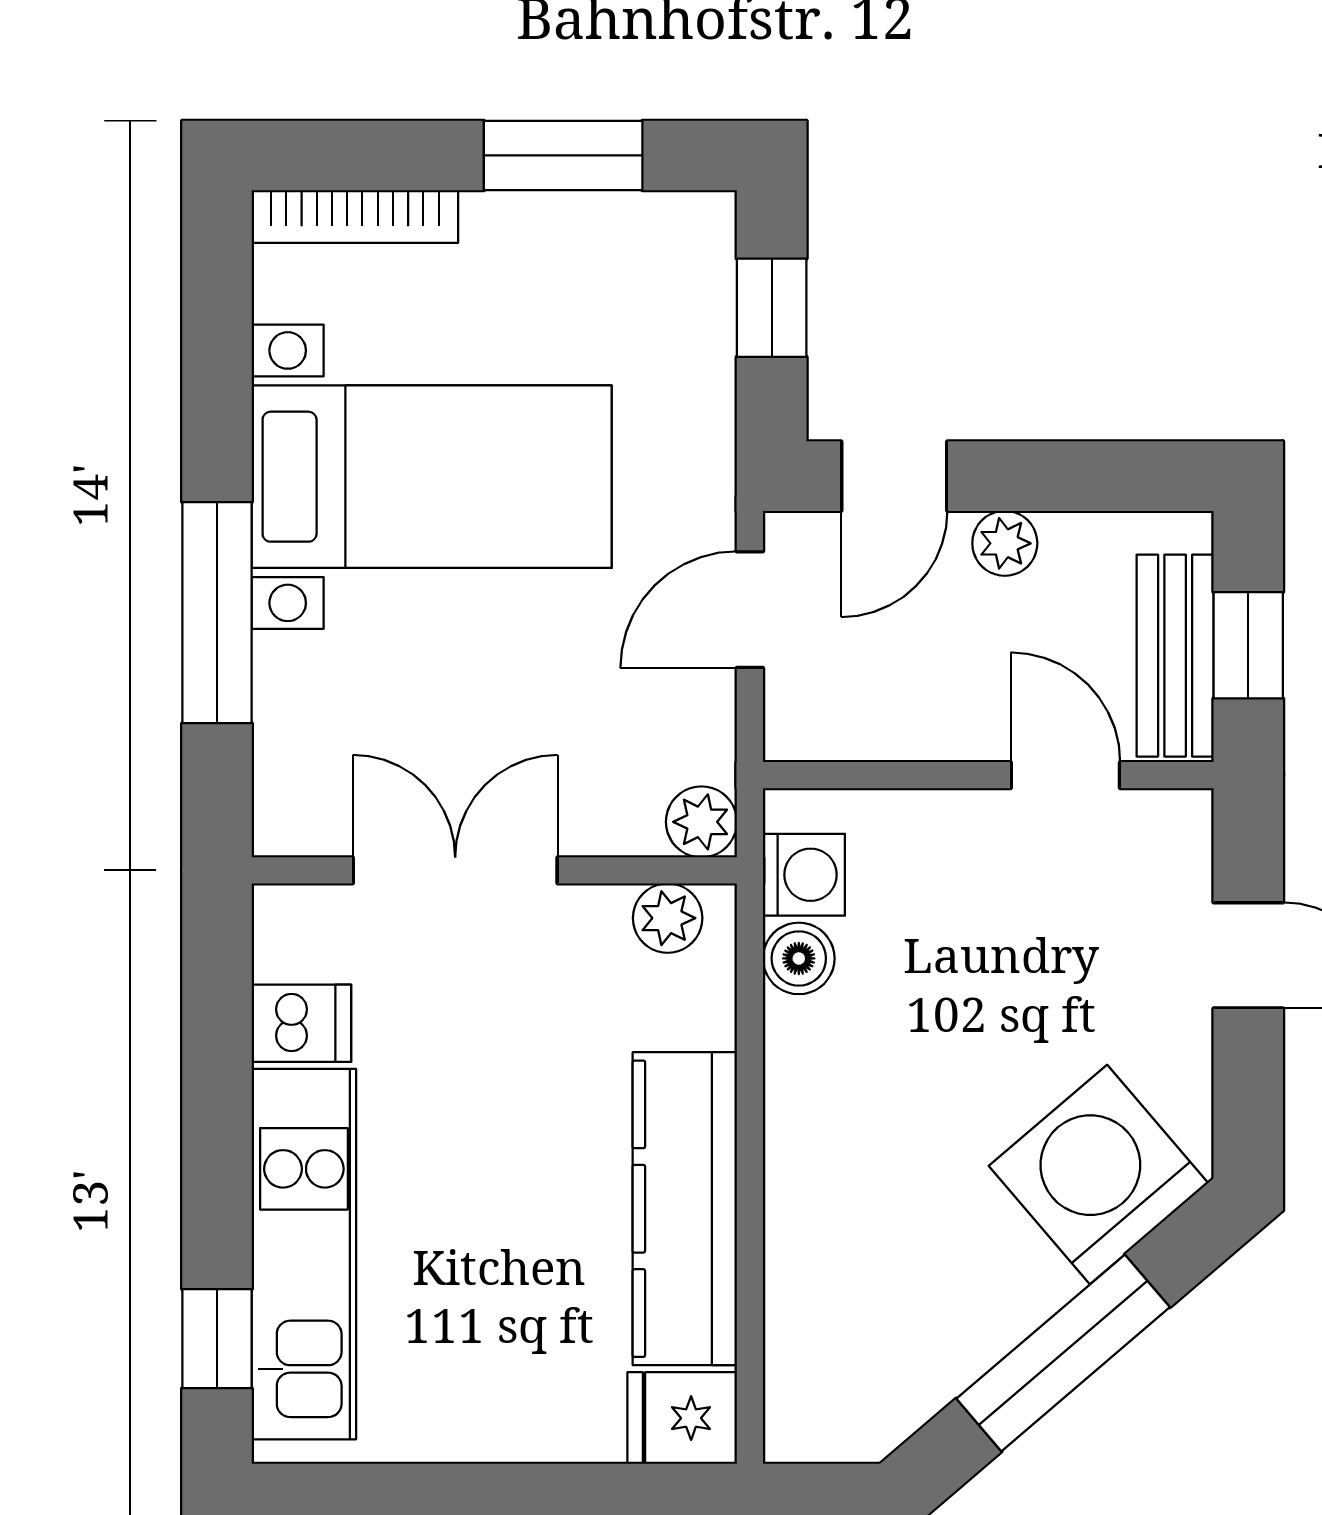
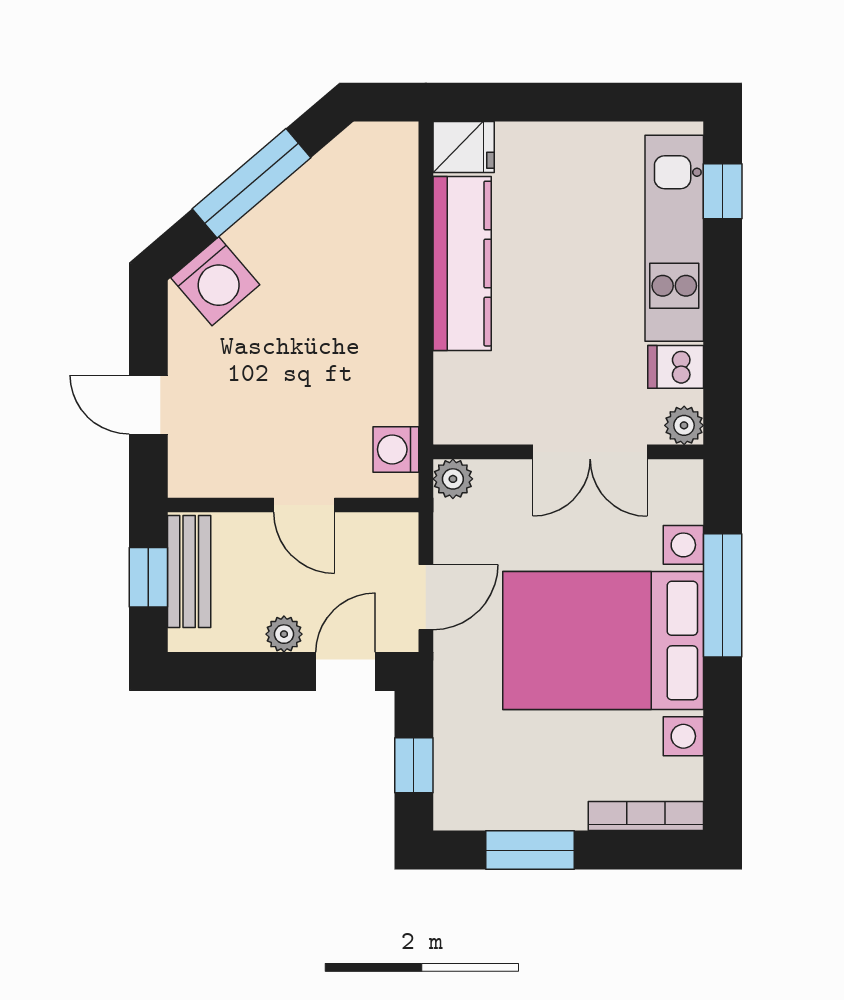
bed with nightstands: (432, 477) -> (603, 641), width x1.36
door: (1065, 775) -> (304, 505), moved
plant: (668, 918) -> (684, 425), moved
boiler: (799, 958) -> (399, 403), removed
washing machine: (1098, 1175) -> (215, 281), width x0.73, depth x0.73

